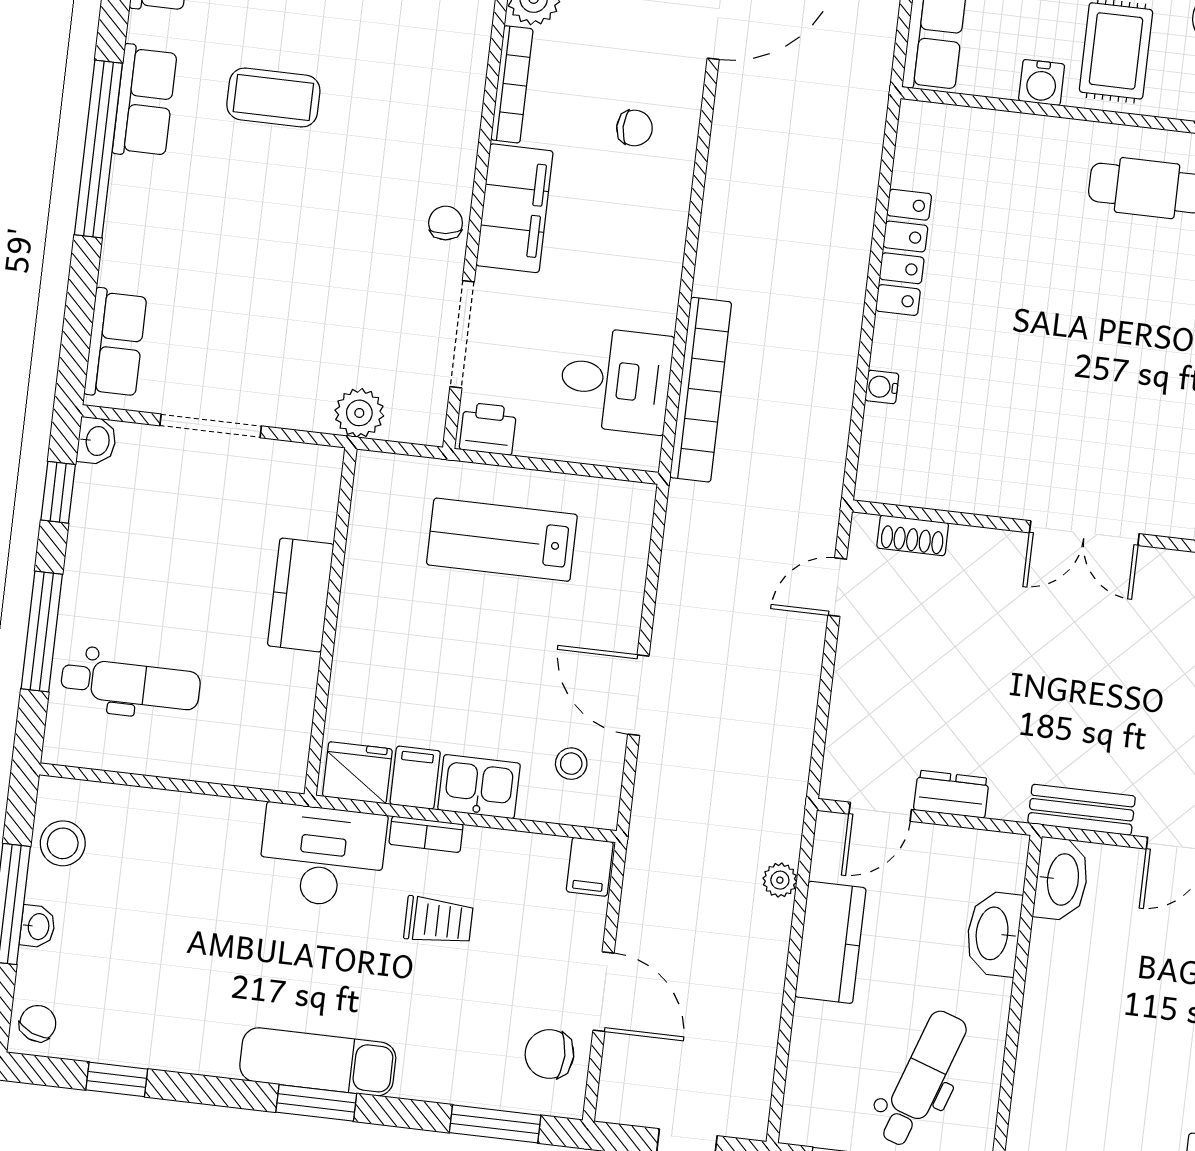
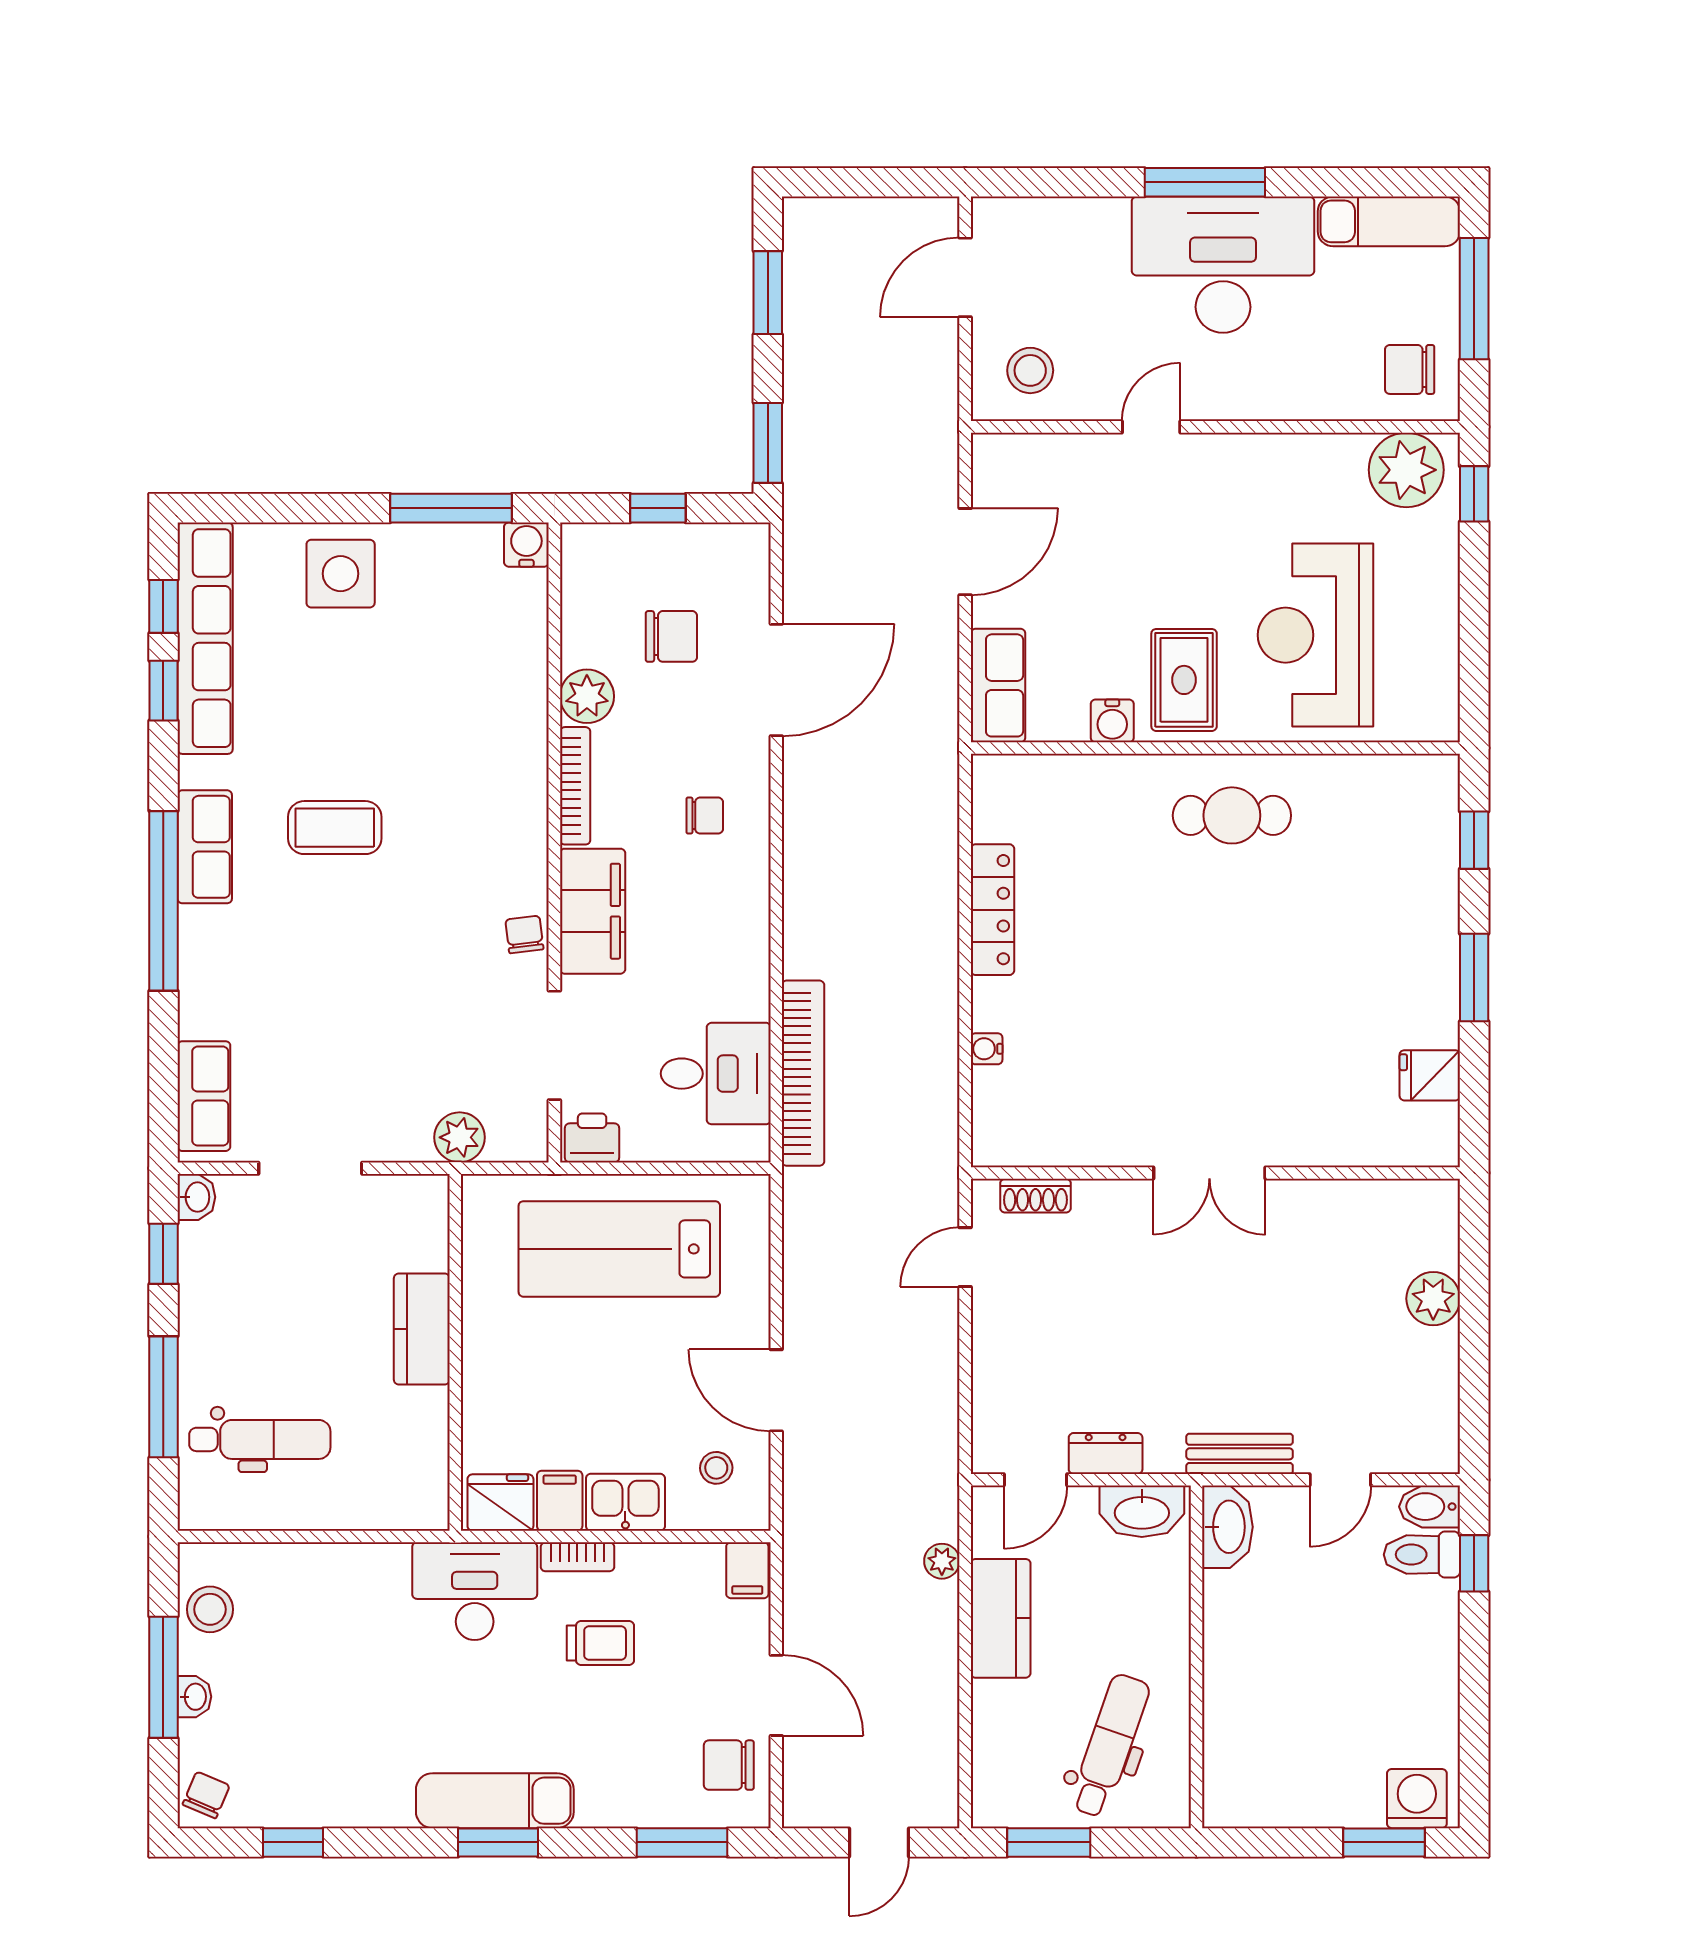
lab bench: (502, 540) -> (619, 1249), width x1.36, depth x1.39
washbasin: (994, 934) -> (1142, 1511), moved, turned -90

